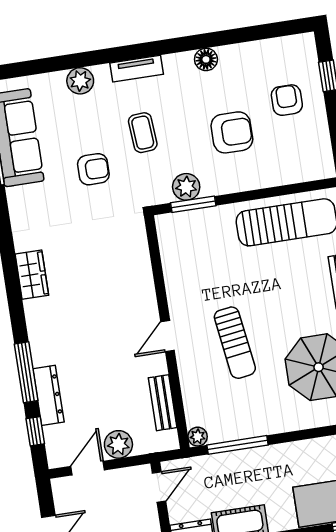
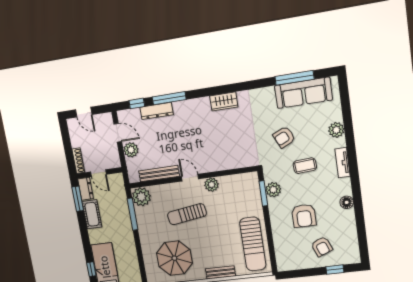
armchair: (287, 100) -> (322, 247), turned 68
armchair: (93, 169) -> (284, 137), turned 65
plant: (179, 297) -> (211, 185), added
bench: (163, 403) -> (159, 174), width x1.36
plant: (198, 437) -> (141, 197), width x1.88, depth x1.88
door: (159, 487) -> (98, 173), moved

